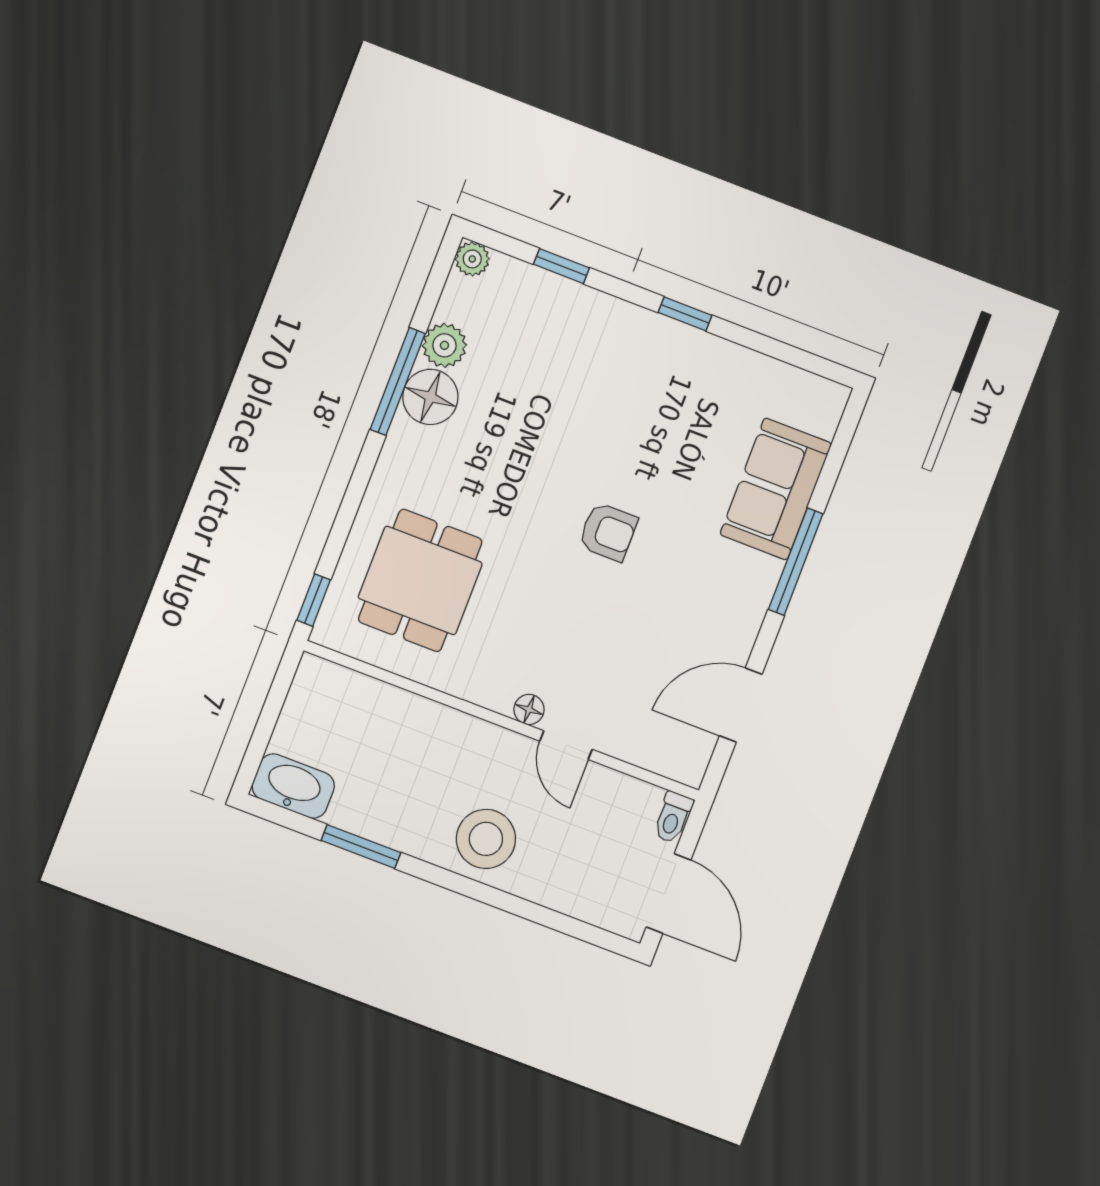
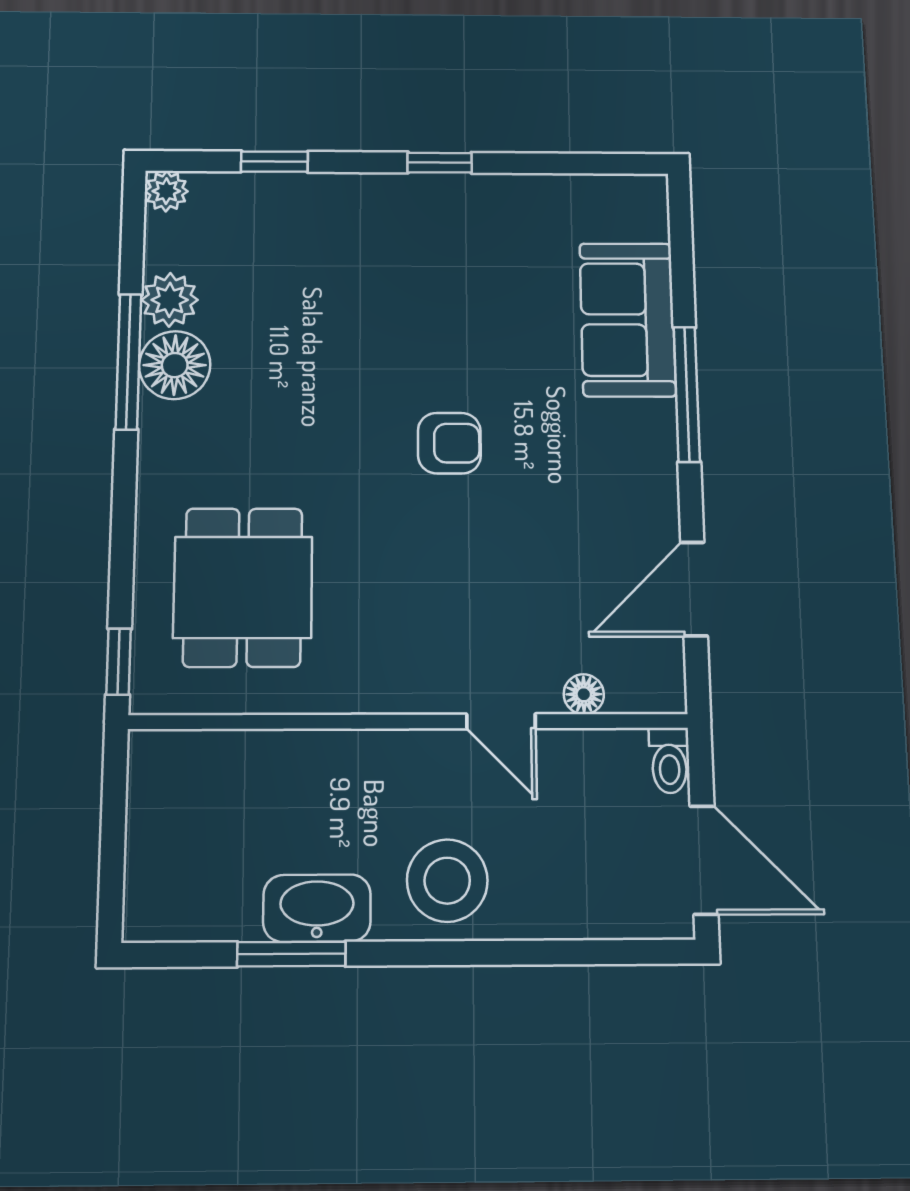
floor lamp: (529, 709) -> (584, 694), moved
washbasin: (293, 786) -> (317, 908), moved

